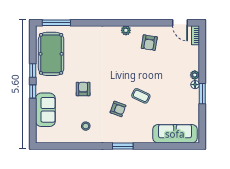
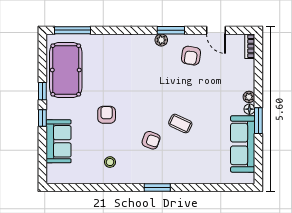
window: (133, 23) -> (171, 30), added
door: (180, 23) -> (216, 30), moved
sofa: (175, 134) -> (243, 144), moved, turned -90

